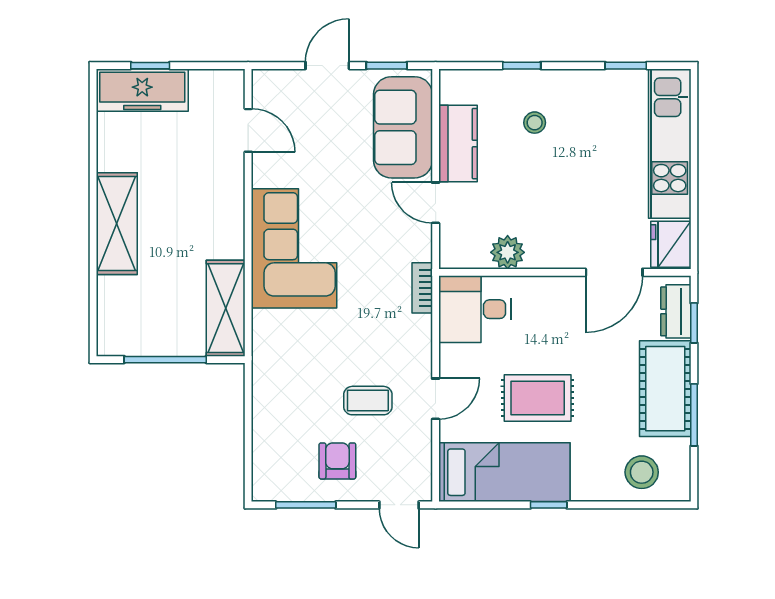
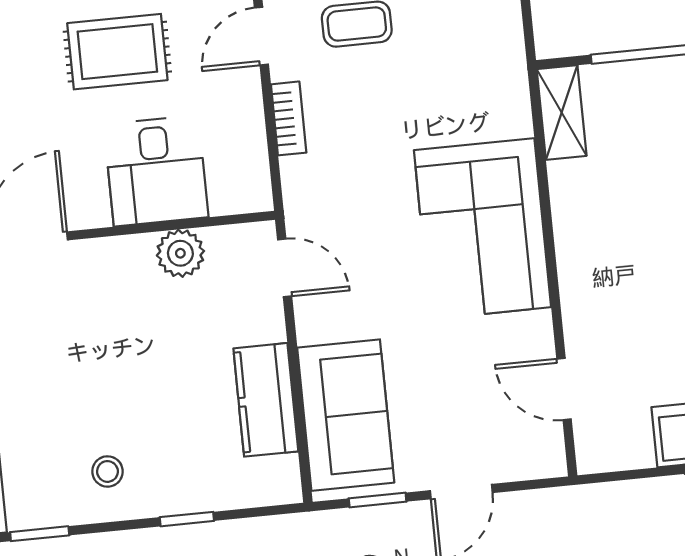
stool: (535, 123) -> (107, 471), moved
door: (436, 203) -> (285, 268), moved
bookcase: (422, 288) -> (289, 118), moved
shelving: (226, 308) -> (562, 112), width x0.67, depth x0.75
desk: (475, 309) -> (156, 171), moved, turned 90

